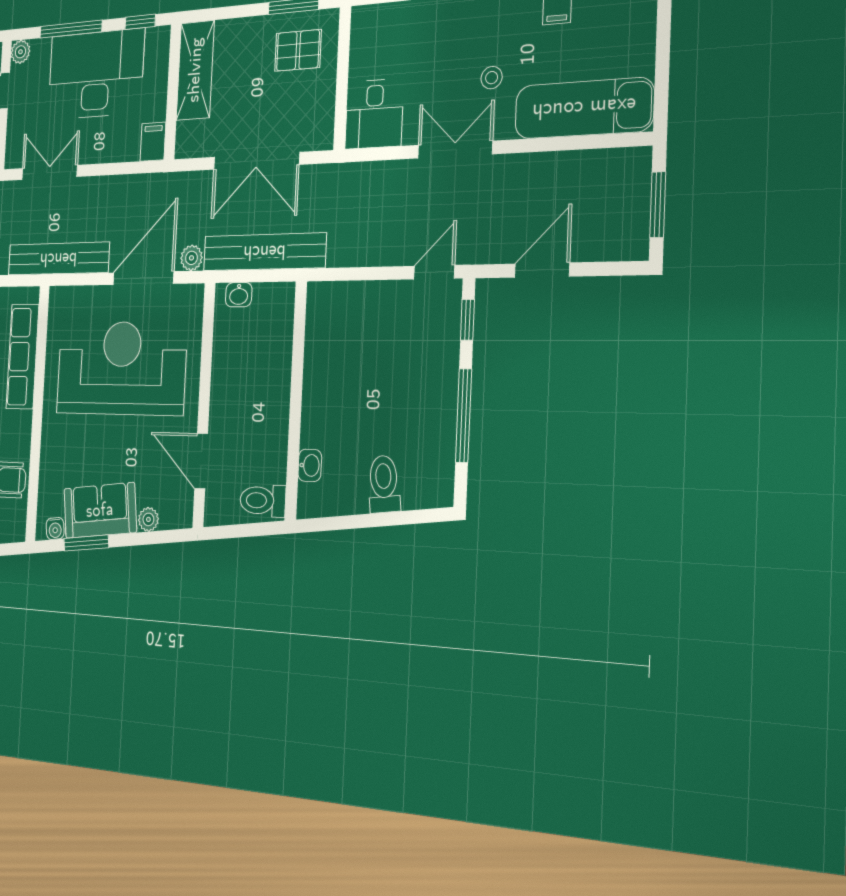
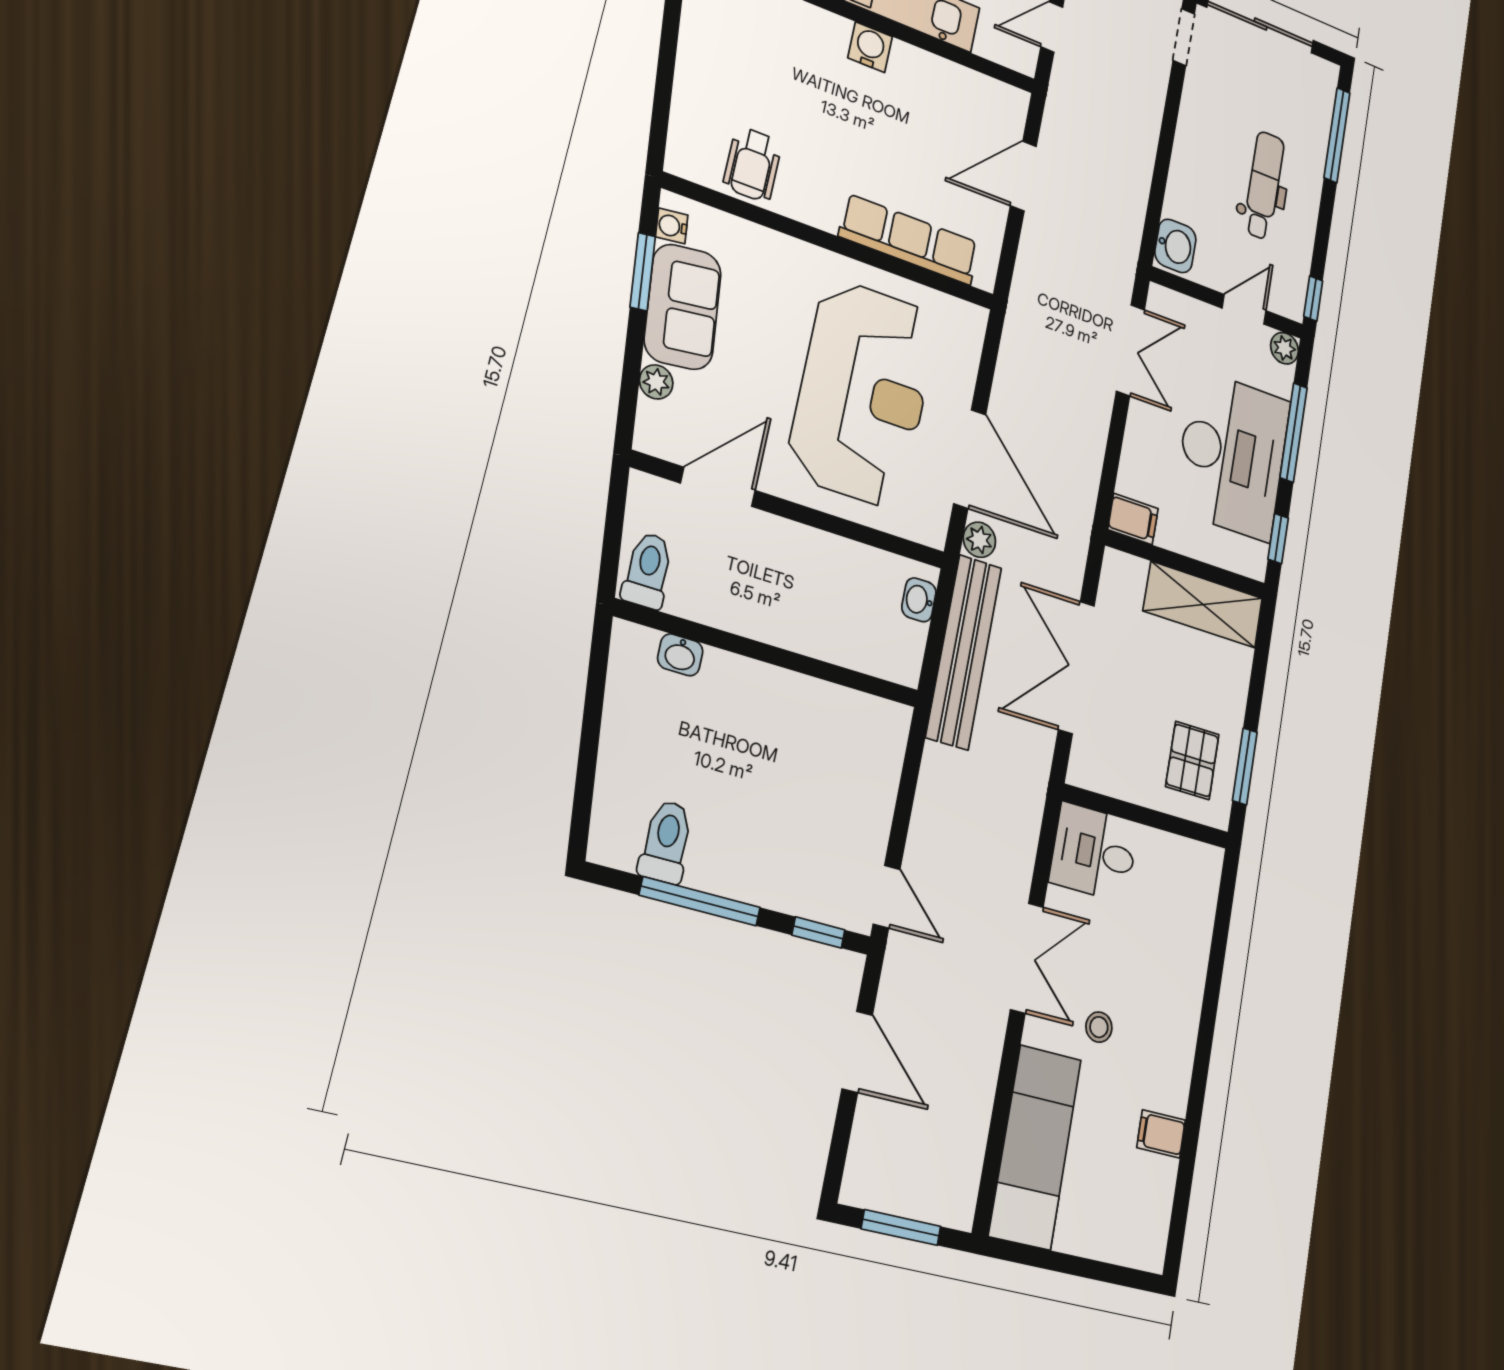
bench: (58, 259) -> (1022, 333), removed
toilet: (384, 484) -> (666, 842), moved, turned -83

